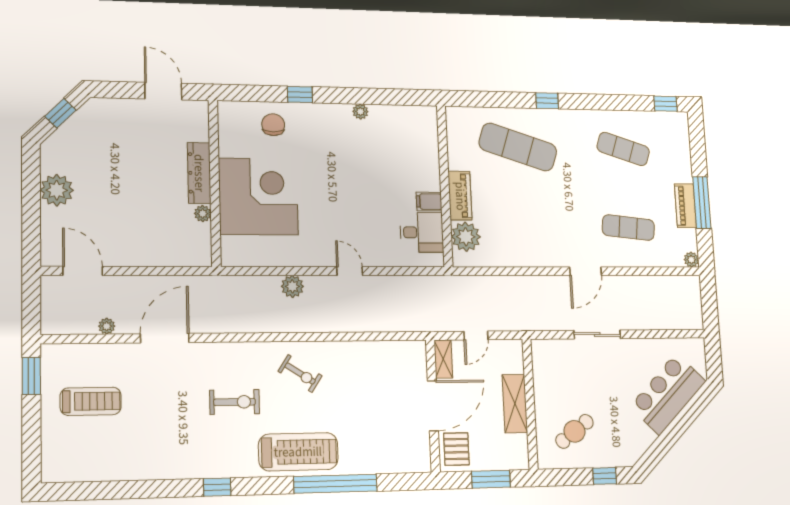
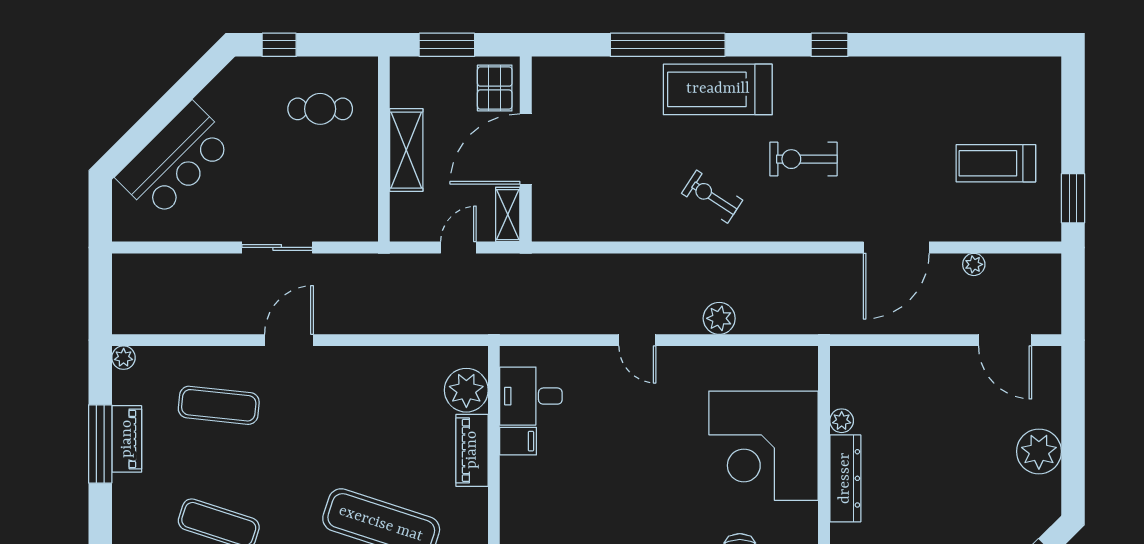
cafe table: (574, 431) -> (320, 109), turned 36

